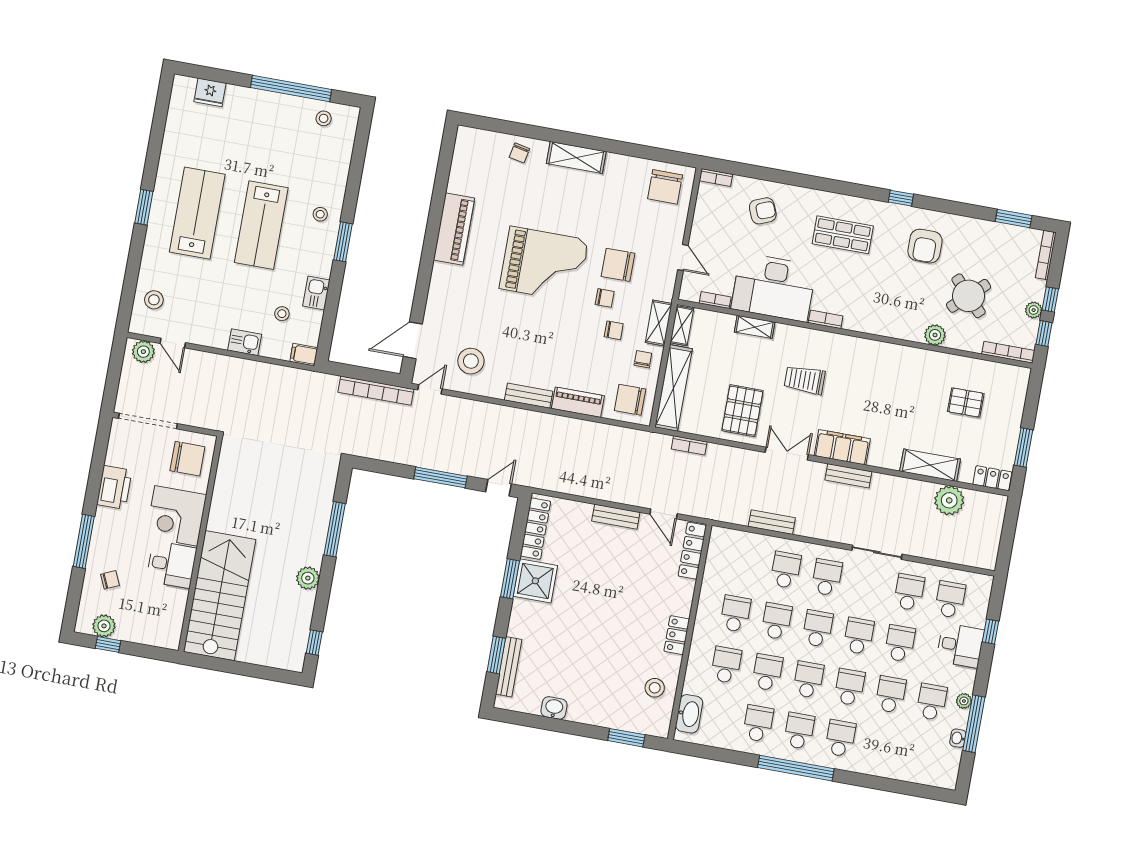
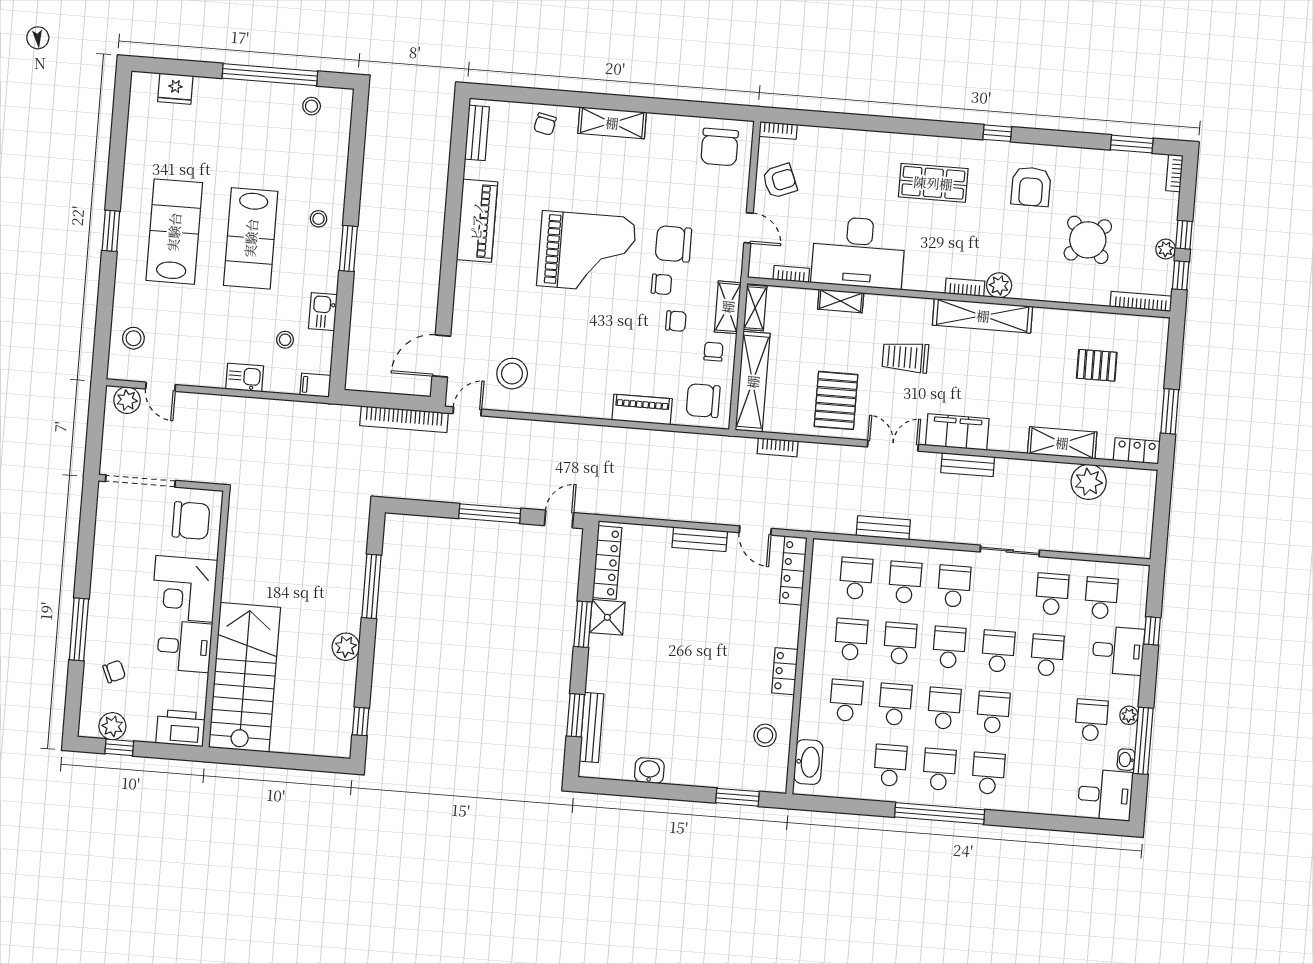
armchair: (763, 211) -> (780, 181), moved
bookcase: (1046, 255) -> (1174, 173), width x0.64
bookcase: (826, 319) -> (965, 287), moved
plant: (935, 335) -> (999, 285), moved
shelving: (873, 351) -> (983, 316), added
bench: (529, 396) -> (477, 133), moved, turned 90
printer: (114, 487) -> (181, 728), moved, turned -90
shower: (535, 581) -> (607, 617), width x0.73, depth x0.73
school desk: (891, 695) -> (856, 578), moved
desk: (937, 766) -> (1105, 795), added

